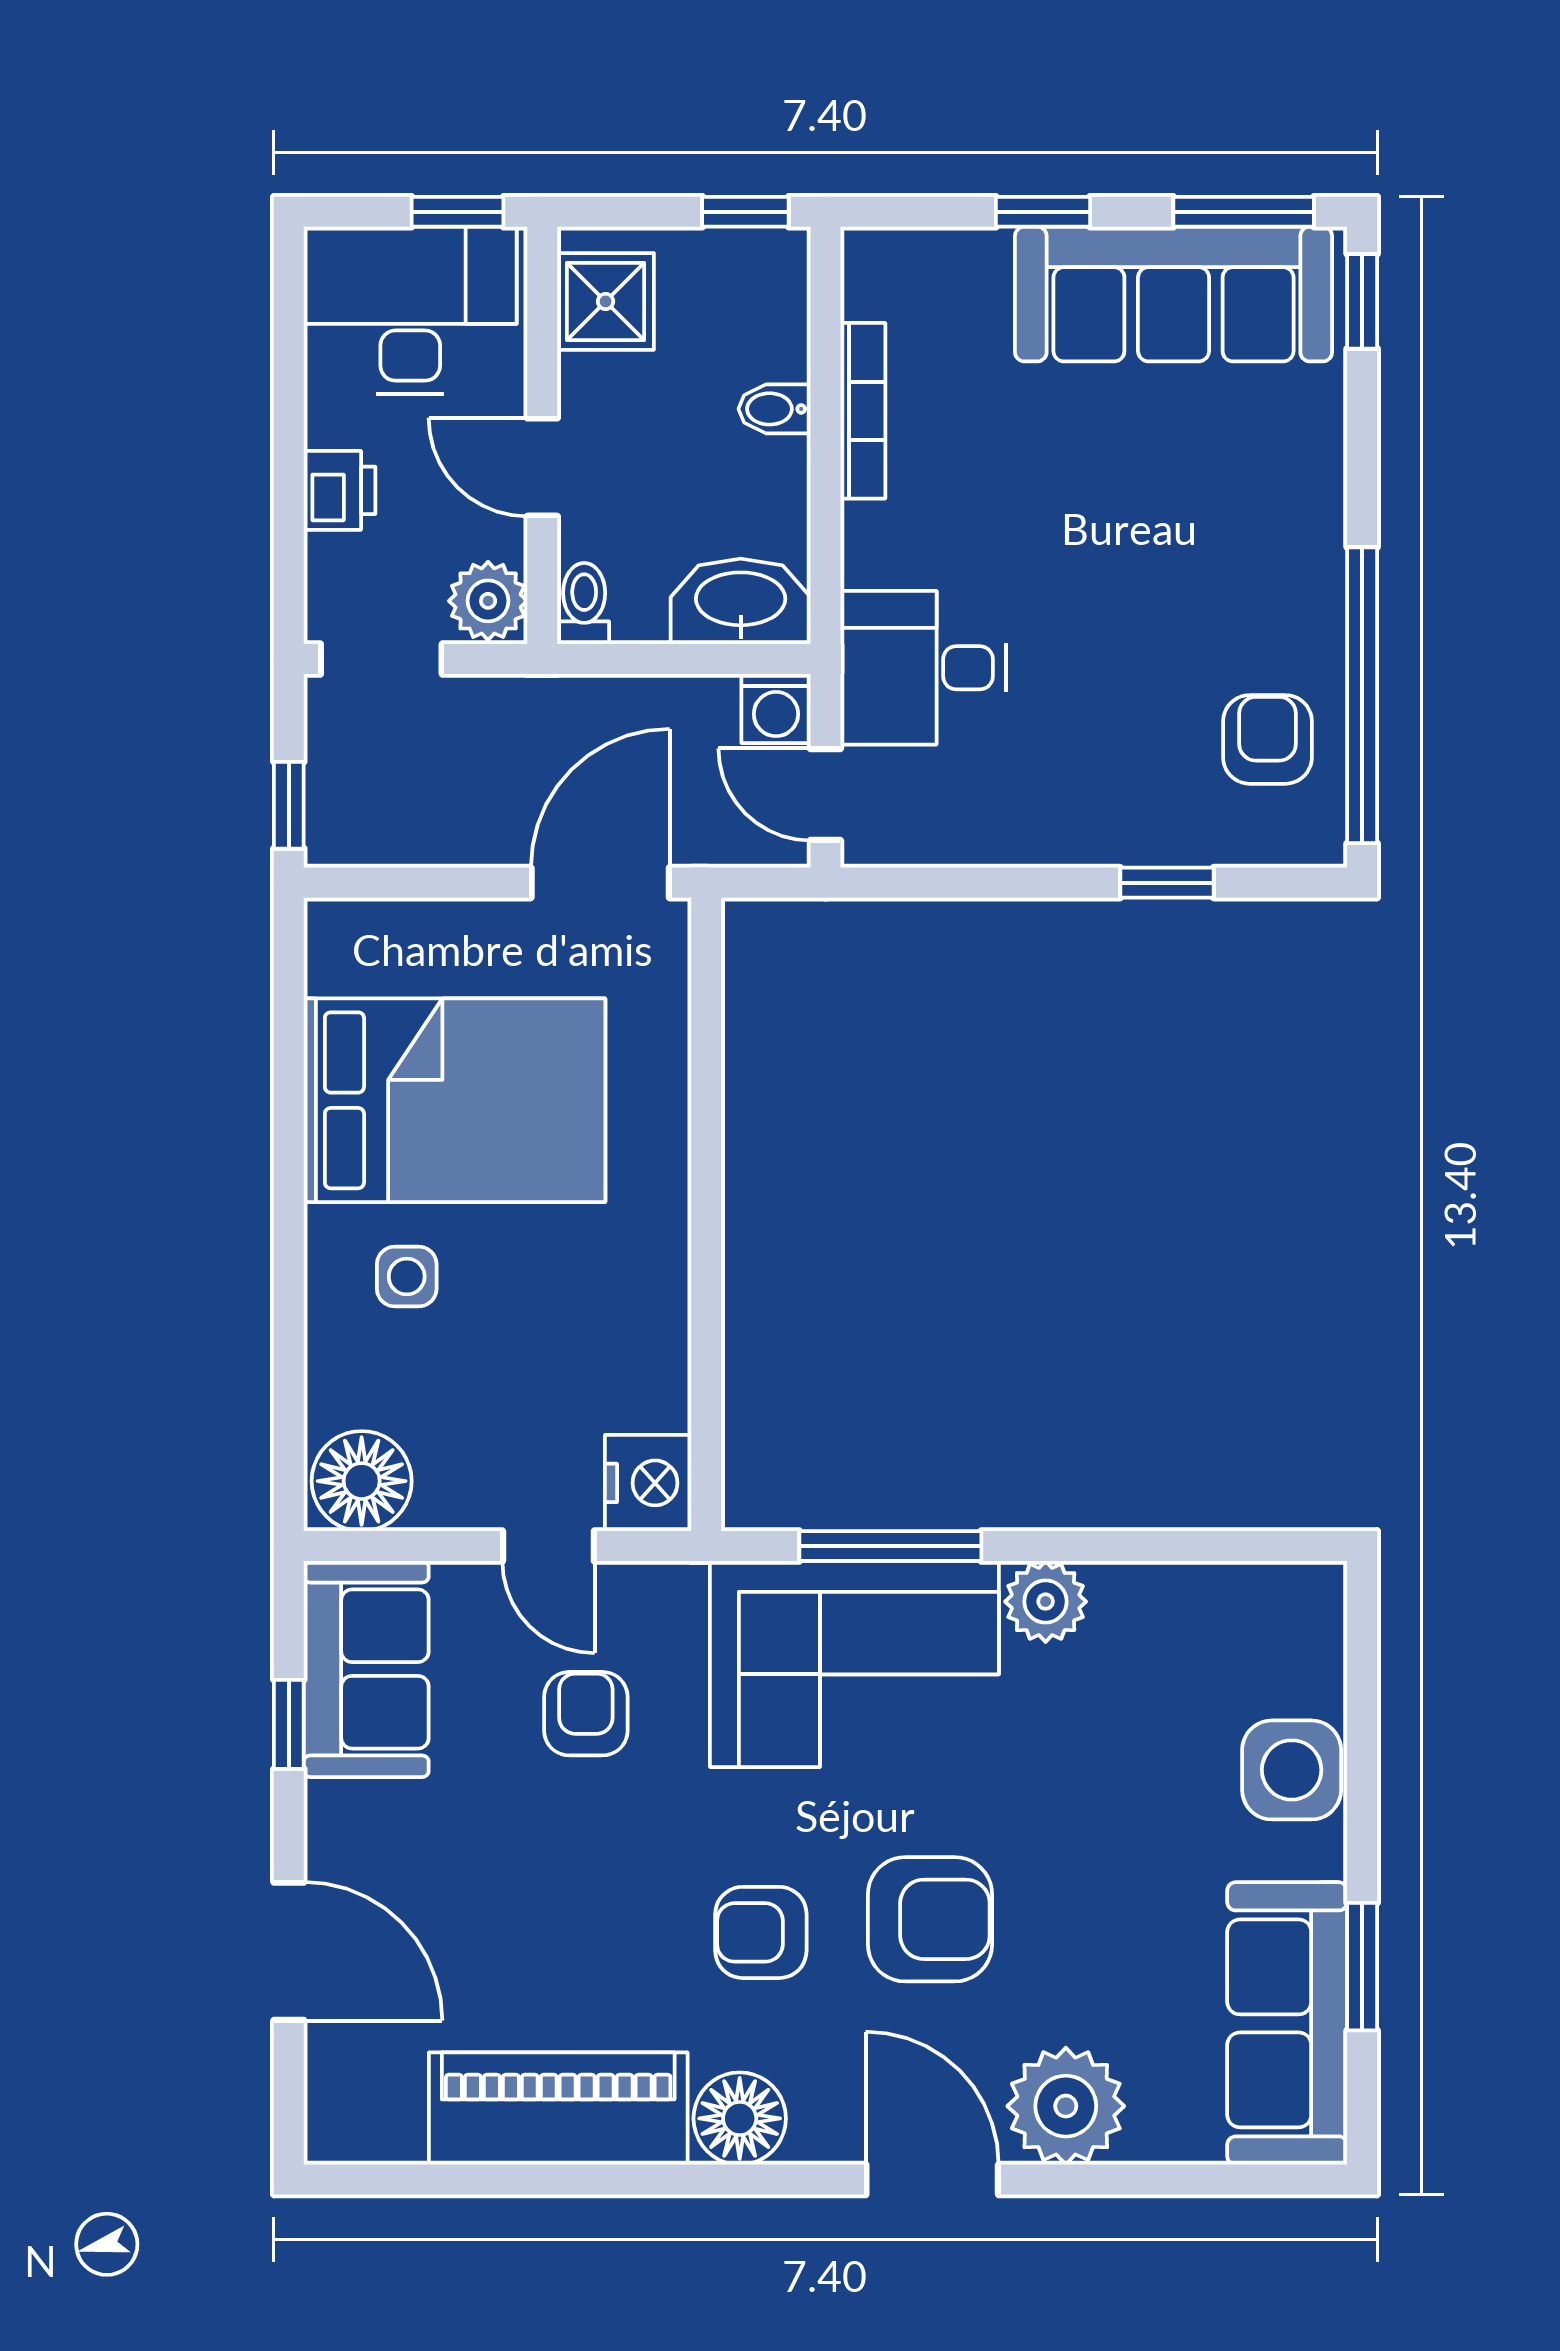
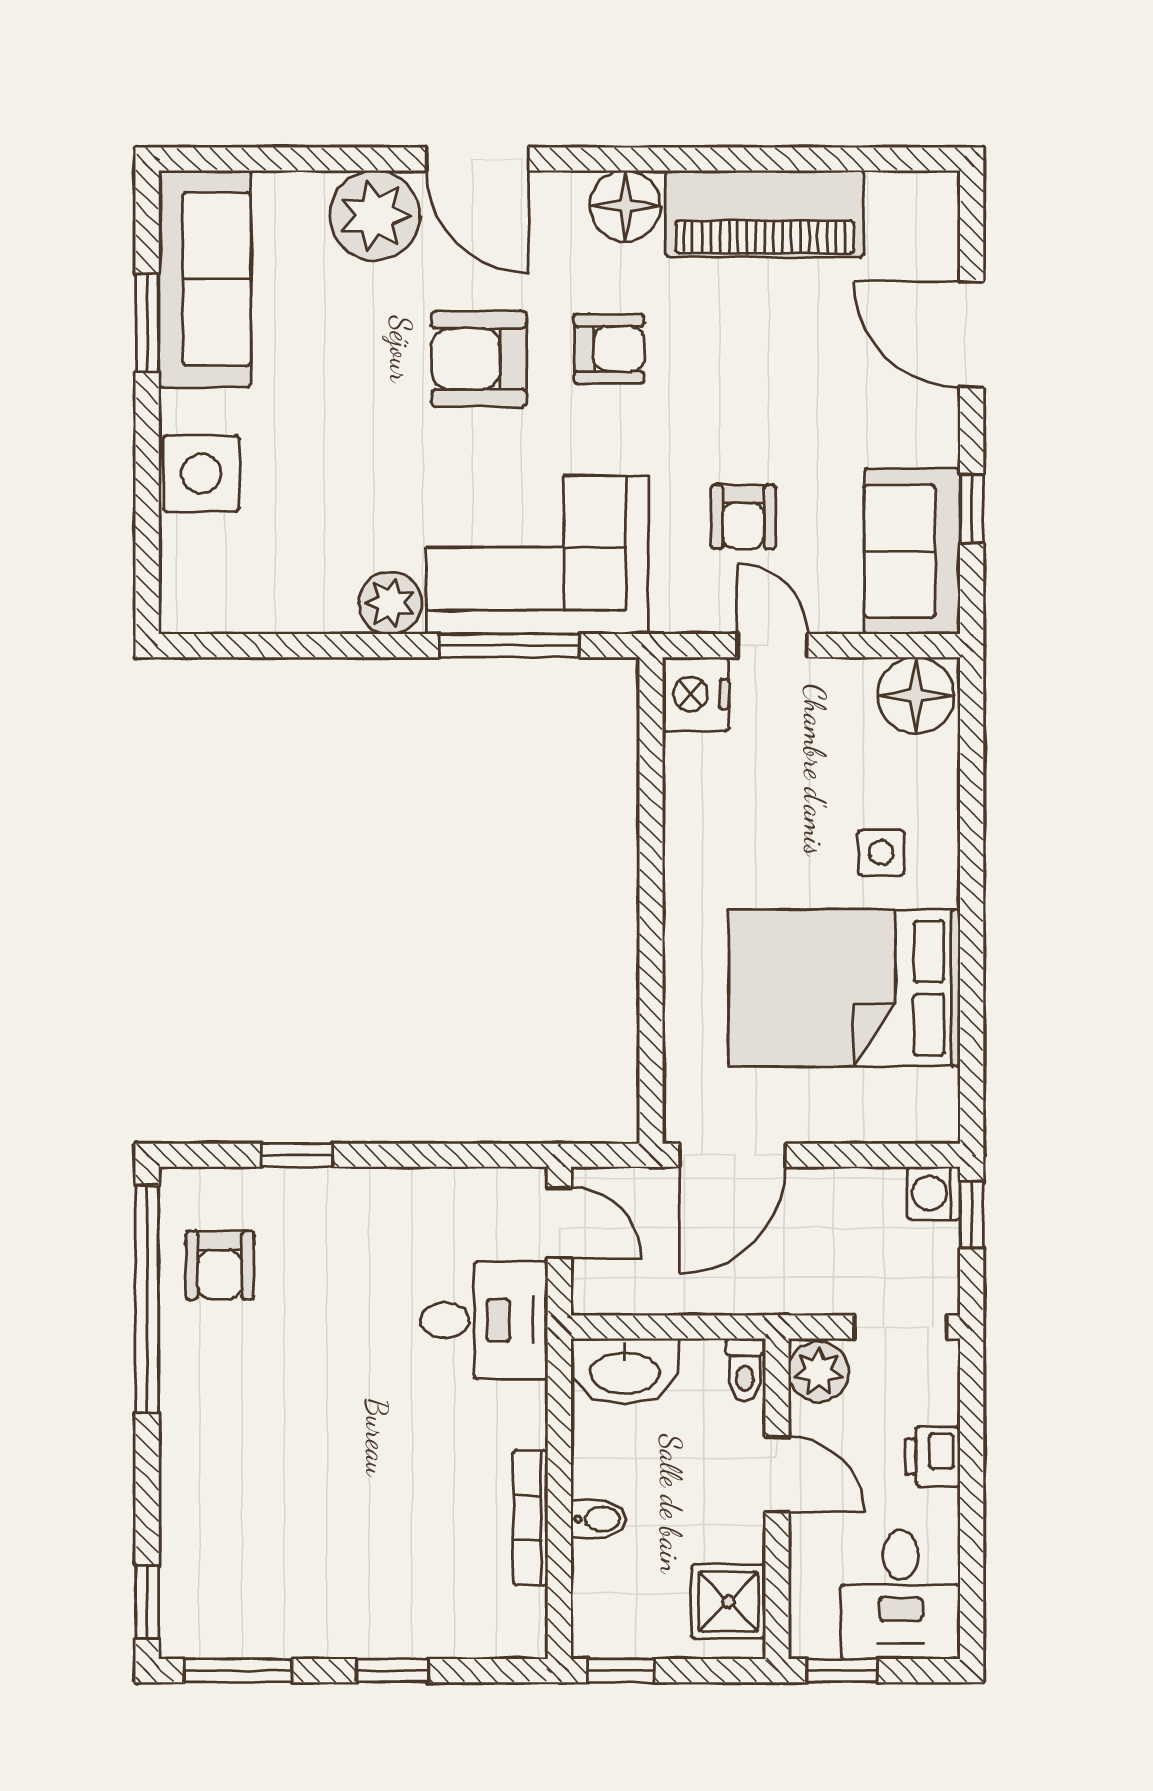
sofa: (1174, 294) -> (292, 1607), removed
desk: (410, 310) -> (901, 1595), width x0.73
washing machine: (776, 709) -> (934, 1193), moved, turned -90

